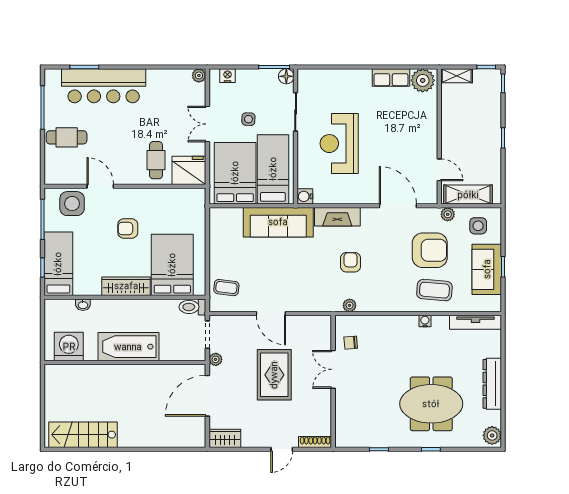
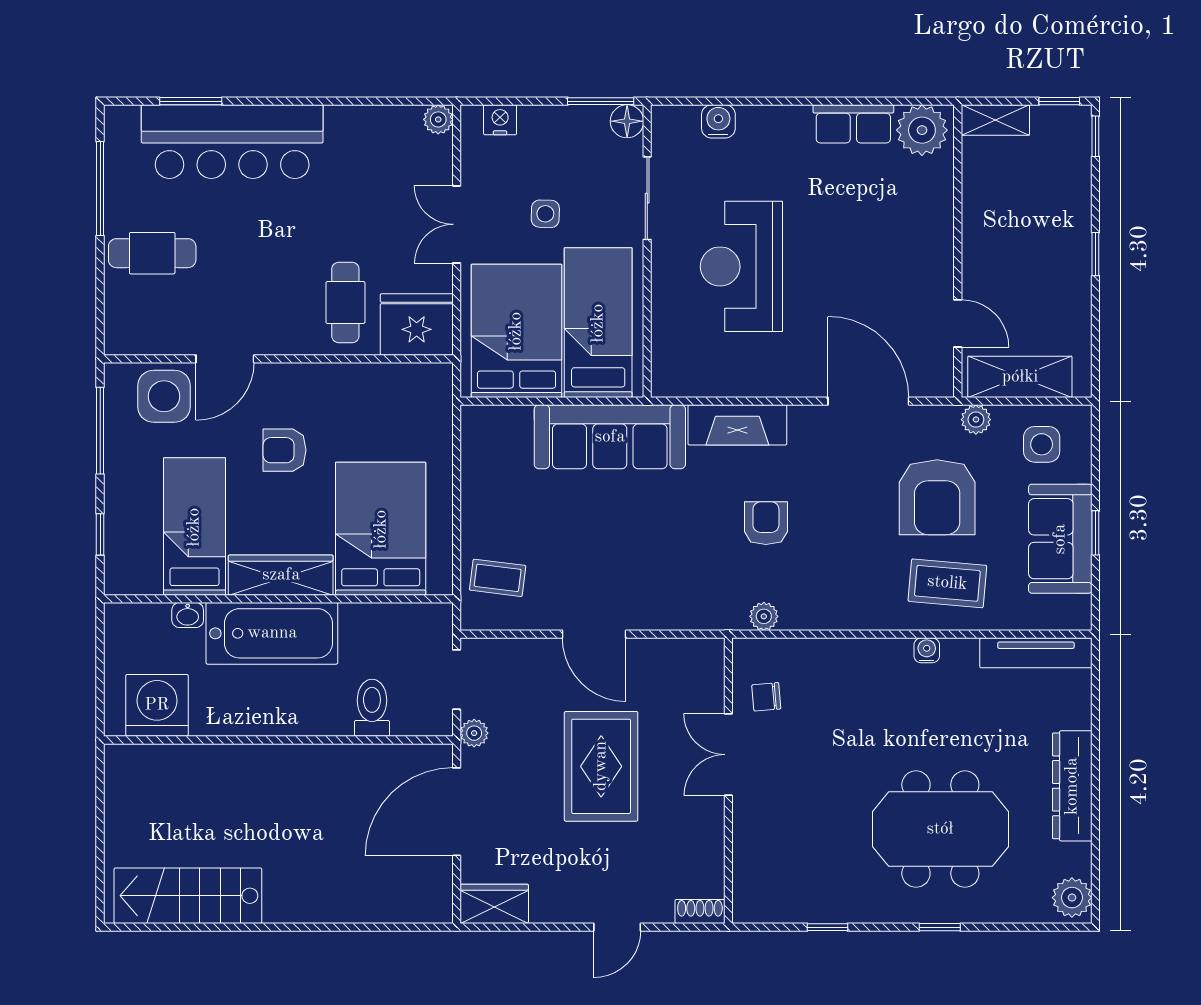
door: (100, 186) -> (225, 359), swing flipped
water cooler: (305, 196) -> (718, 121), moved, turned 90
armchair: (430, 250) -> (937, 497), turned 90
bed: (58, 264) -> (194, 527), moved
toilet: (192, 307) -> (372, 708), moved, turned 90
bathtub: (128, 347) -> (272, 633), moved, turned 180
shoe rack: (315, 442) -> (700, 911), width x0.70

